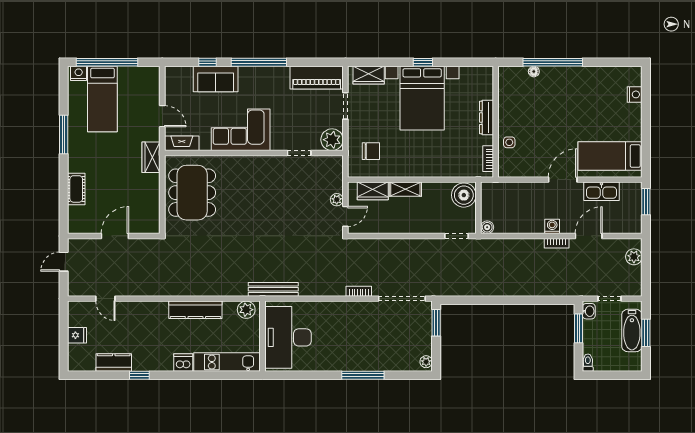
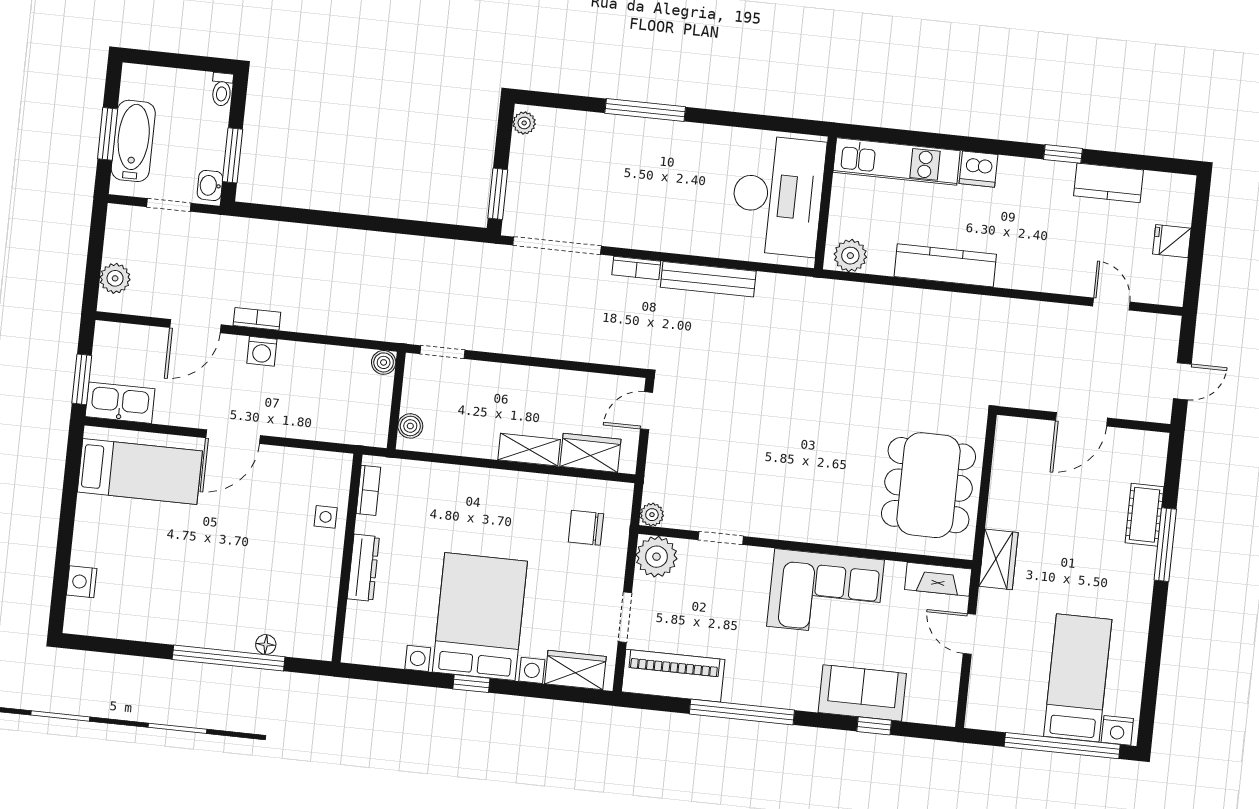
window: (259, 62) -> (742, 712), moved
window: (64, 135) -> (1165, 545), moved
kitchen sink: (601, 191) -> (120, 403), moved
boiler: (464, 195) -> (410, 426), width x0.54, depth x0.54
plant: (337, 200) -> (652, 515), moved
bench: (273, 289) -> (708, 279), moved

